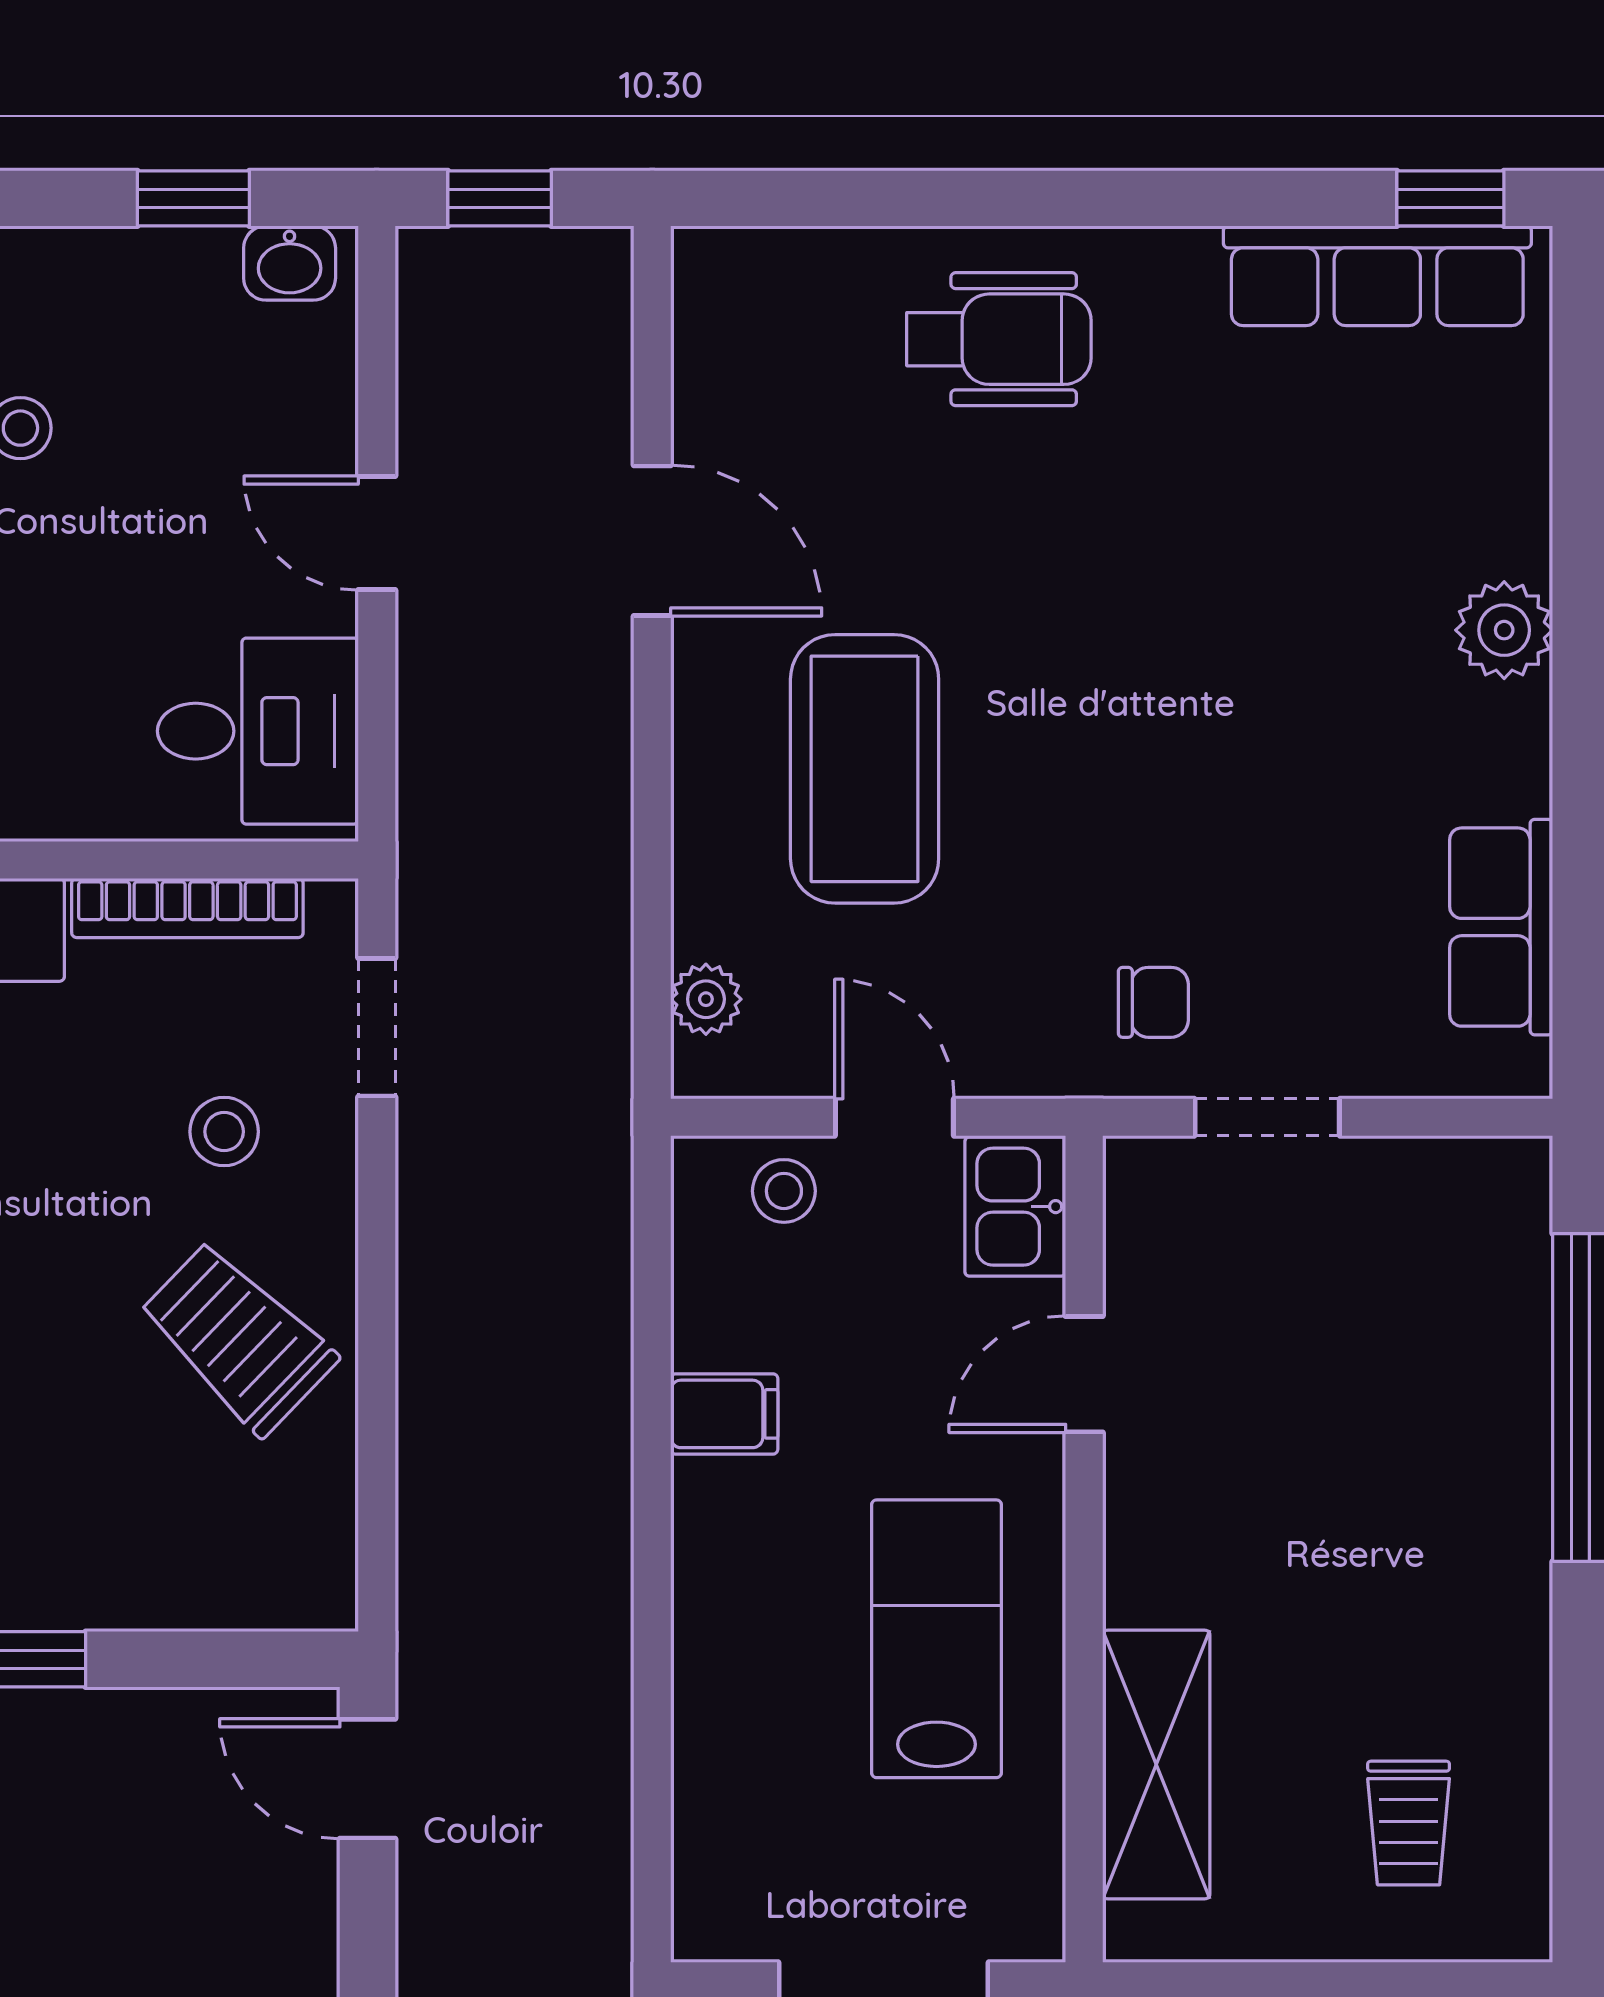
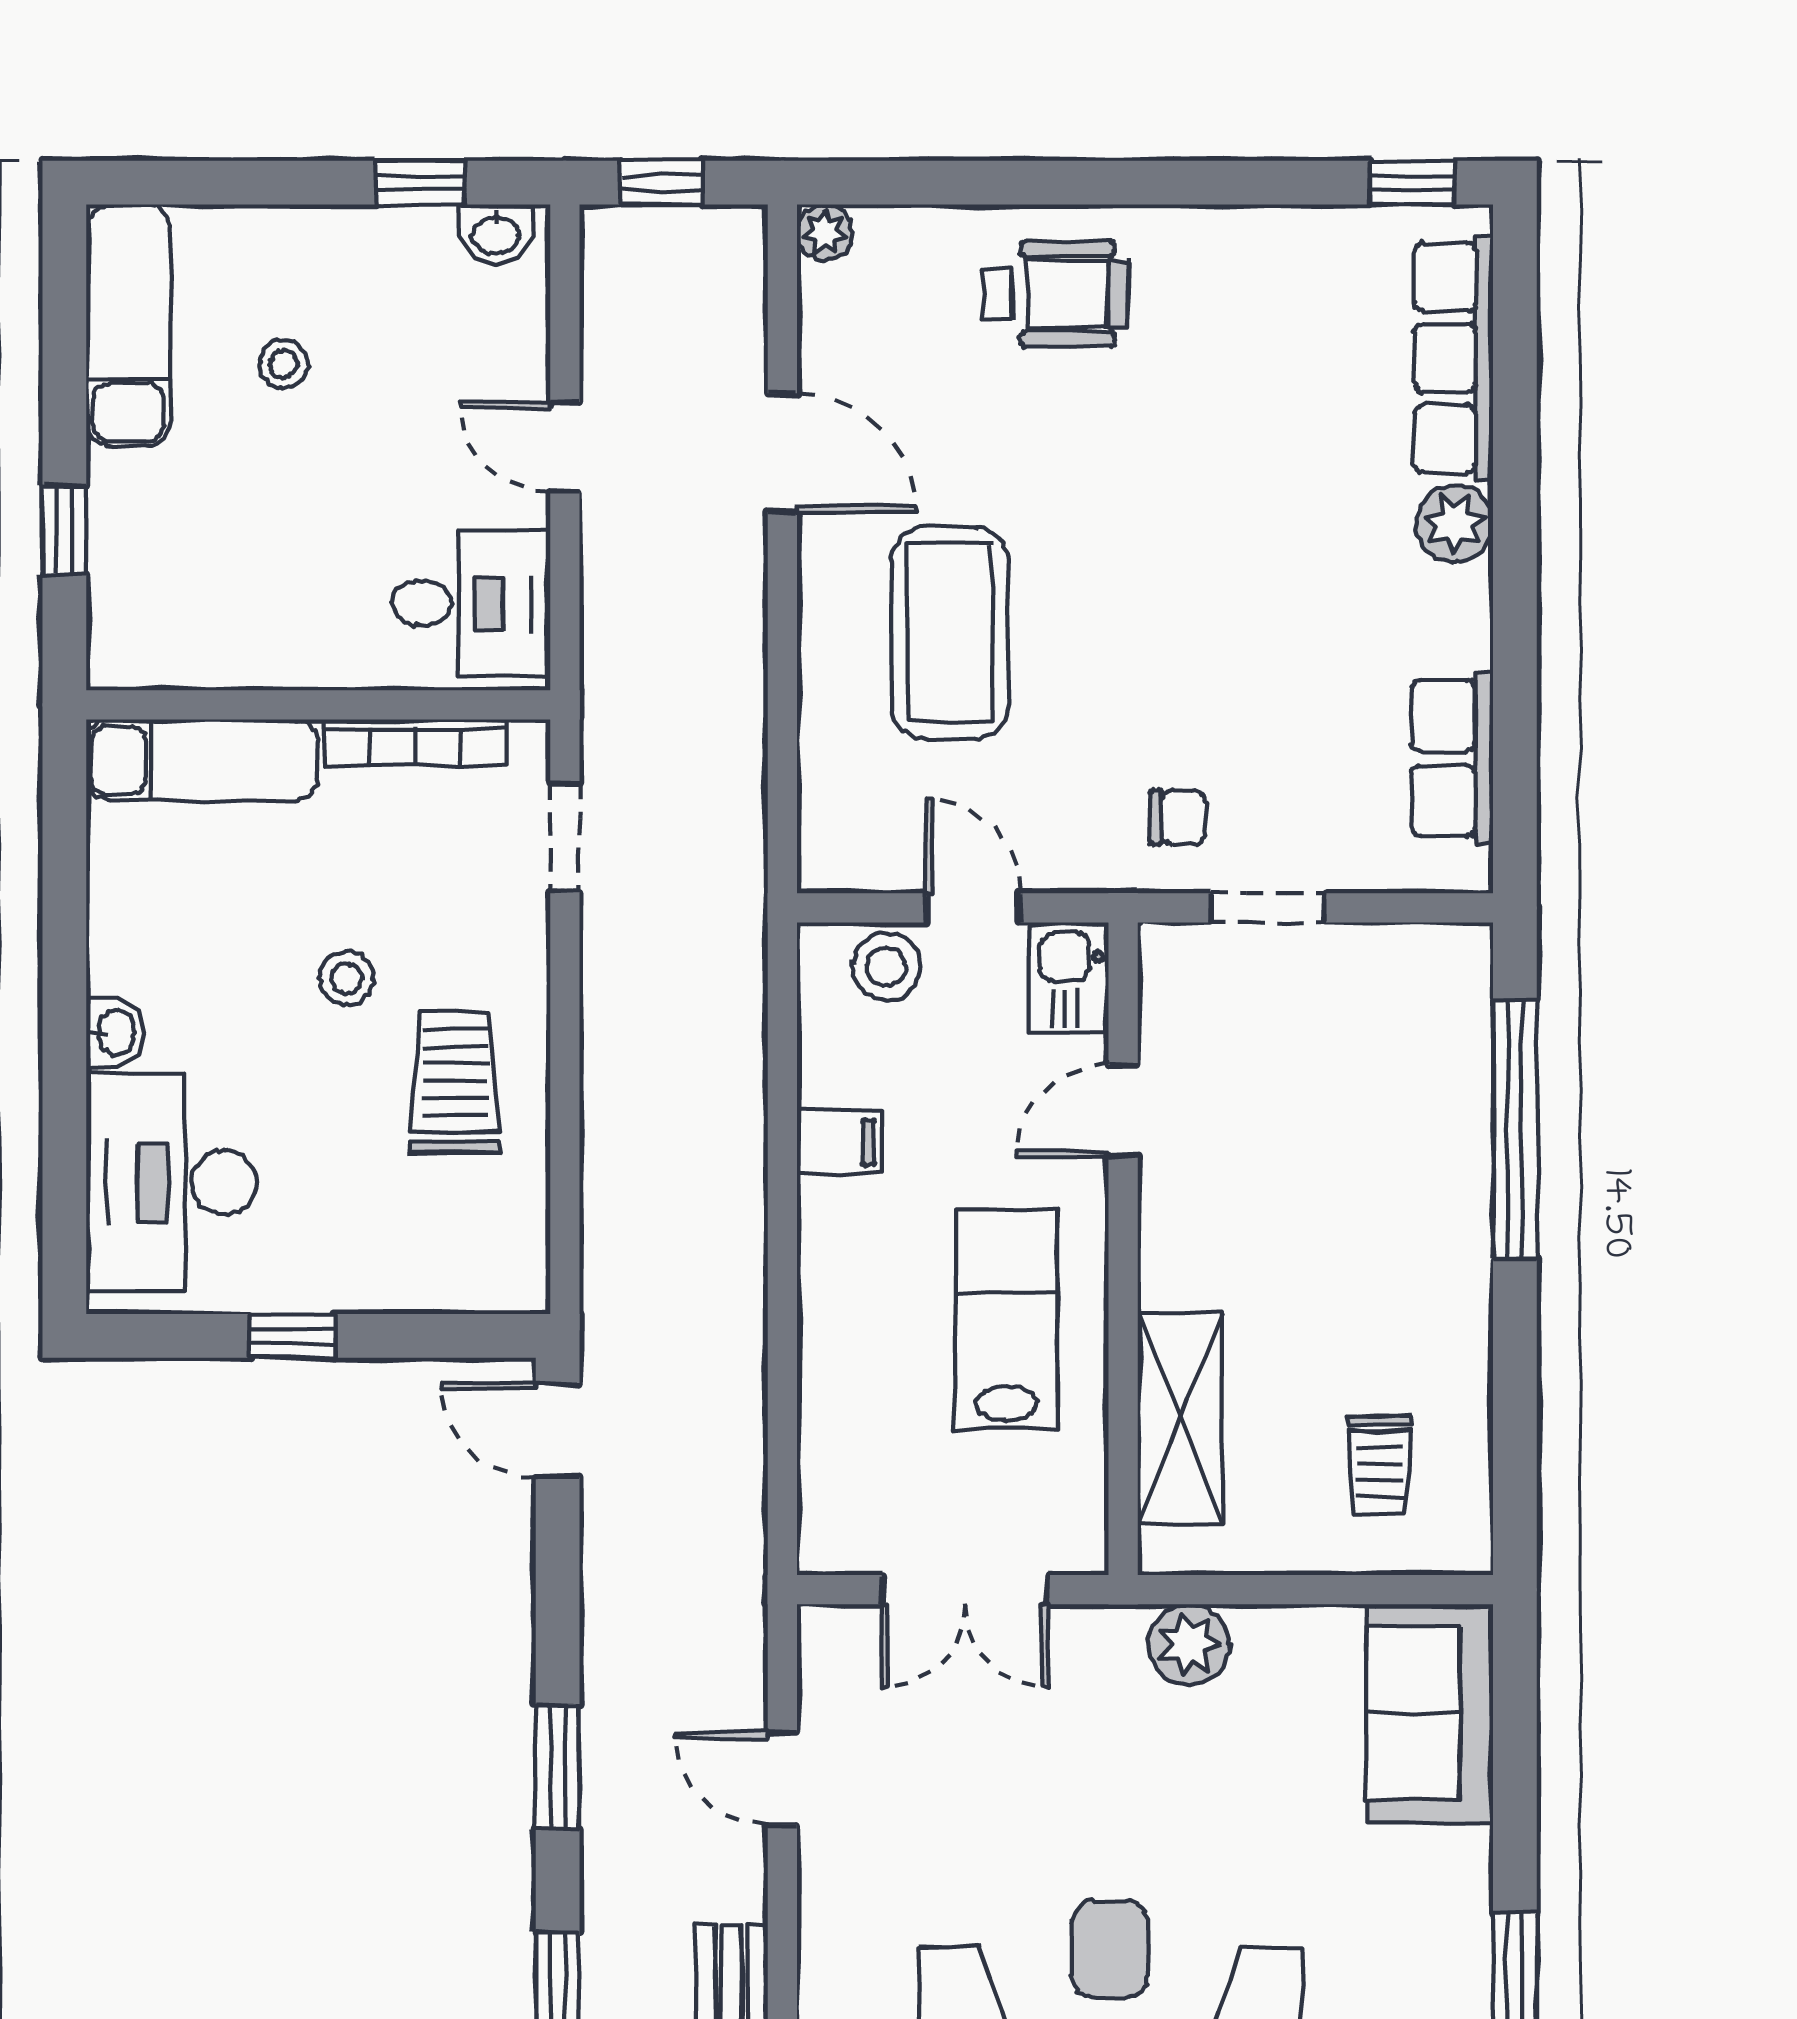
row of seats: (1377, 276) -> (1454, 358), moved, turned 90
plant: (706, 999) -> (825, 232), moved
stool: (224, 1132) -> (347, 978), moved
stool: (784, 1191) -> (886, 966), width x1.37, depth x1.37
trolley: (238, 1337) -> (455, 1082), turned 46

